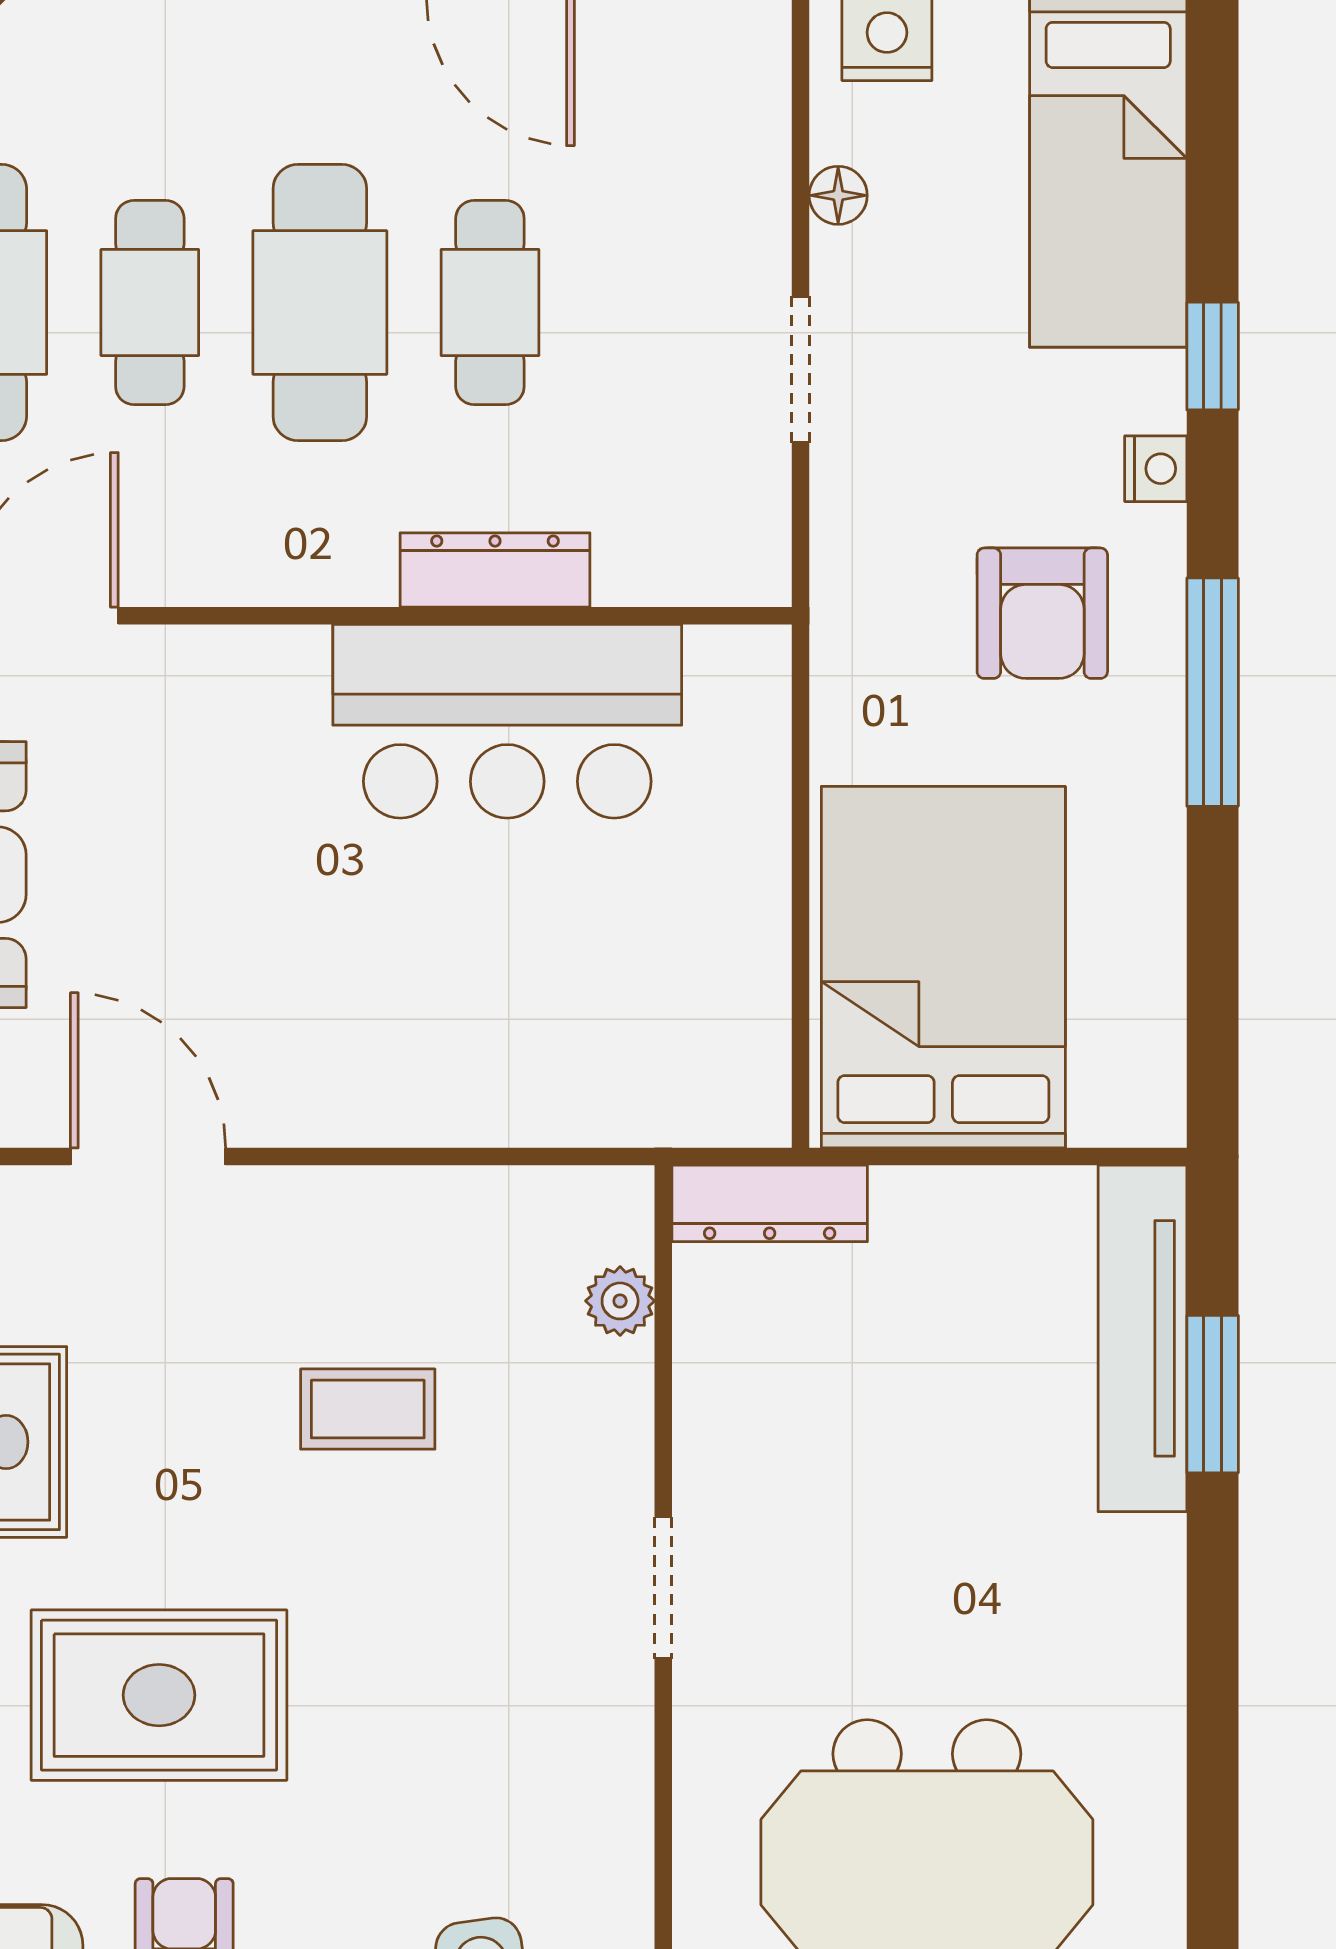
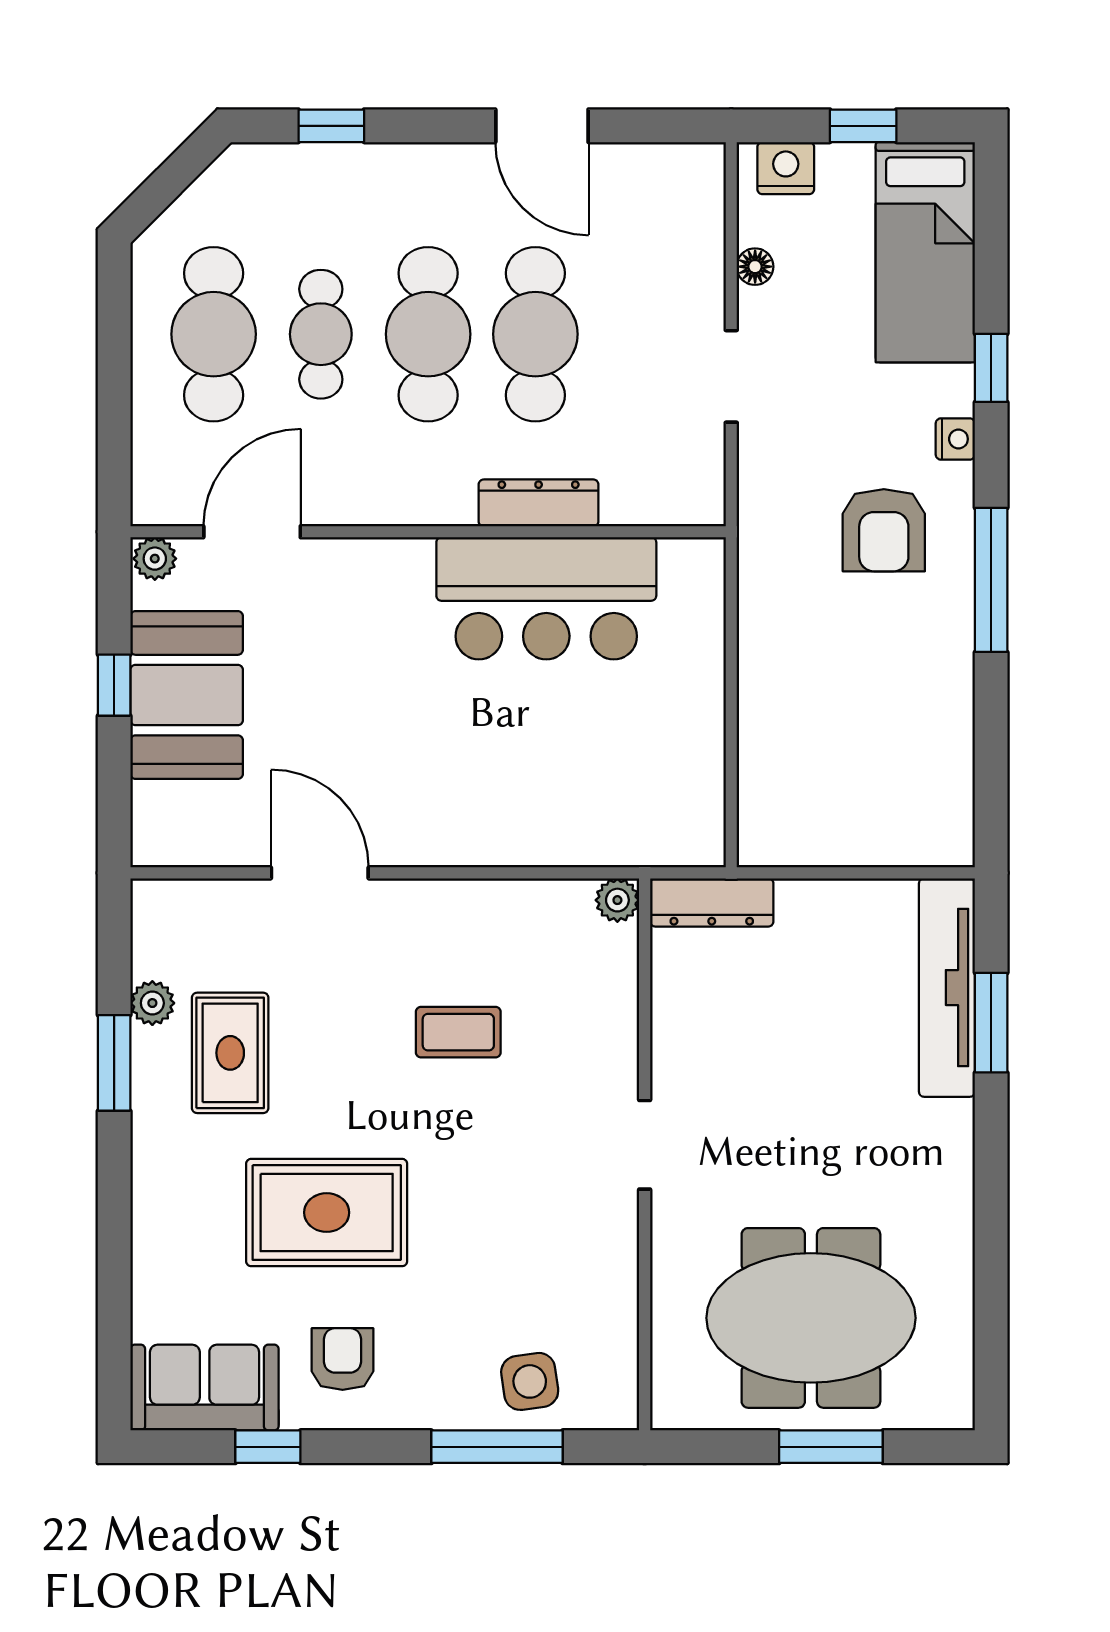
cafe table: (490, 303) -> (535, 334), width x1.37, depth x1.35
bed: (943, 967) -> (821, 753), removed
plant: (620, 1301) -> (617, 900), moved

